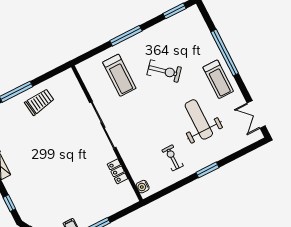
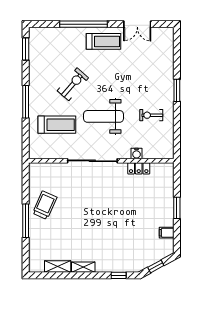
trolley: (39, 102) -> (45, 205), turned 32
double door: (256, 114) -> (137, 24), moved
weight bench: (199, 119) -> (104, 116), moved
water cooler: (143, 187) -> (137, 154), moved

